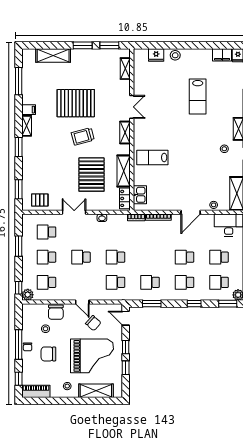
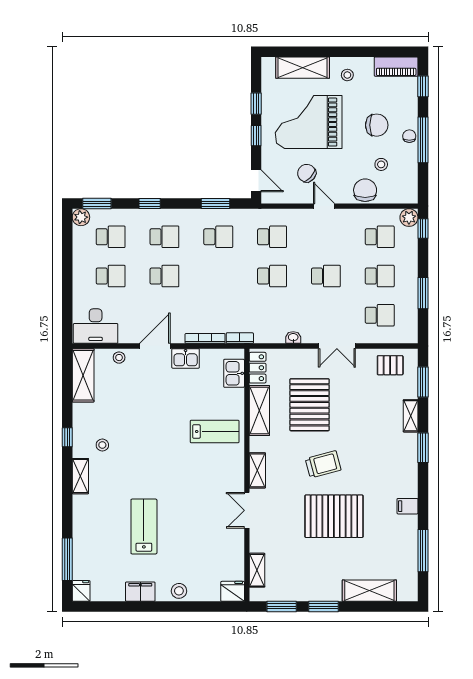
fridge: (156, 55) -> (233, 591), moved
filing cabinet: (222, 55) -> (140, 592), moved
shelving: (27, 126) -> (411, 416), moved
kitchen sink: (171, 204) -> (186, 358), added

